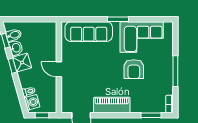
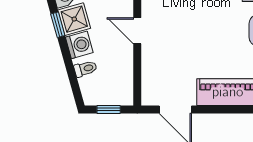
washing machine: (32, 102) -> (79, 45), moved

